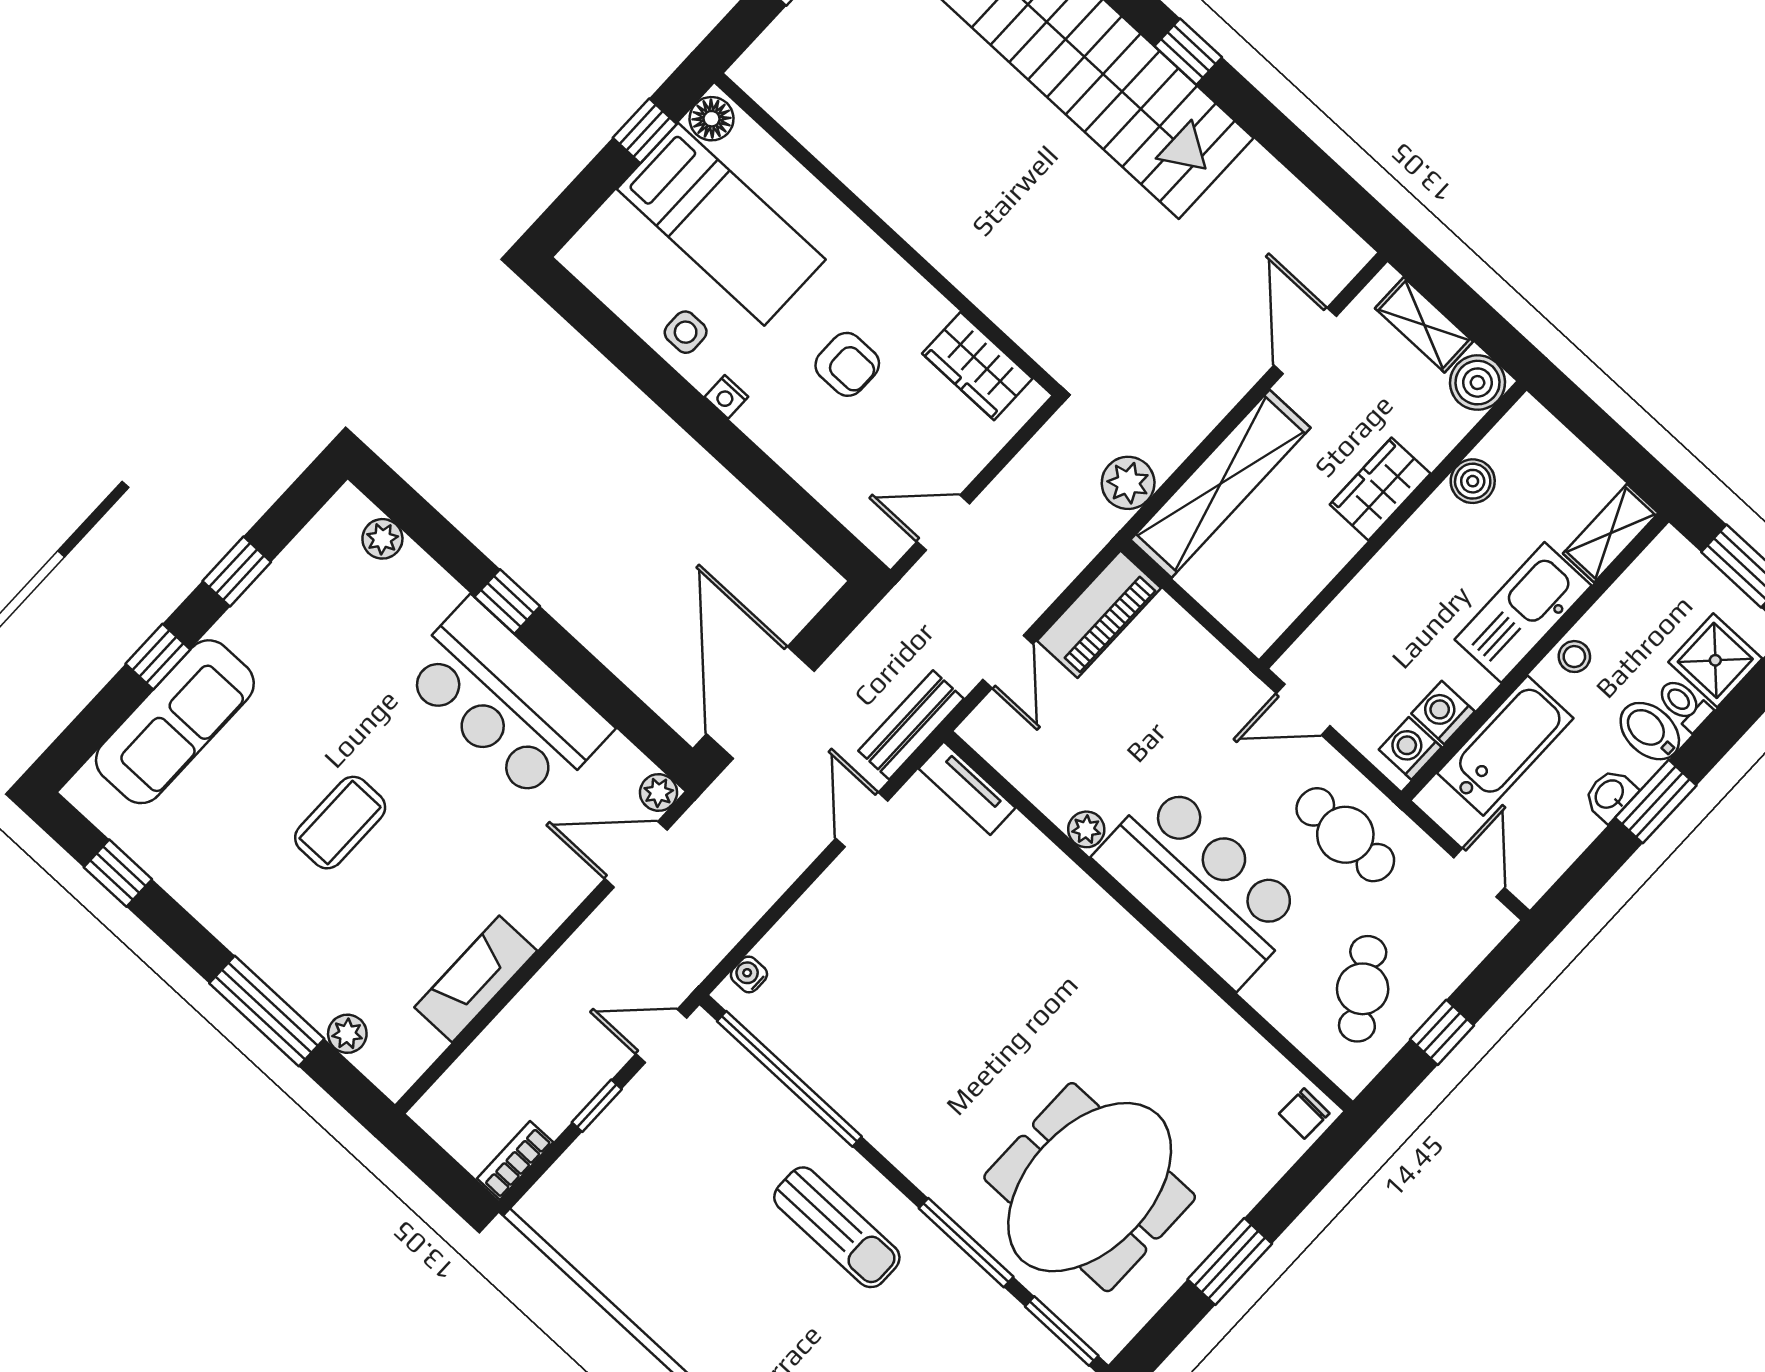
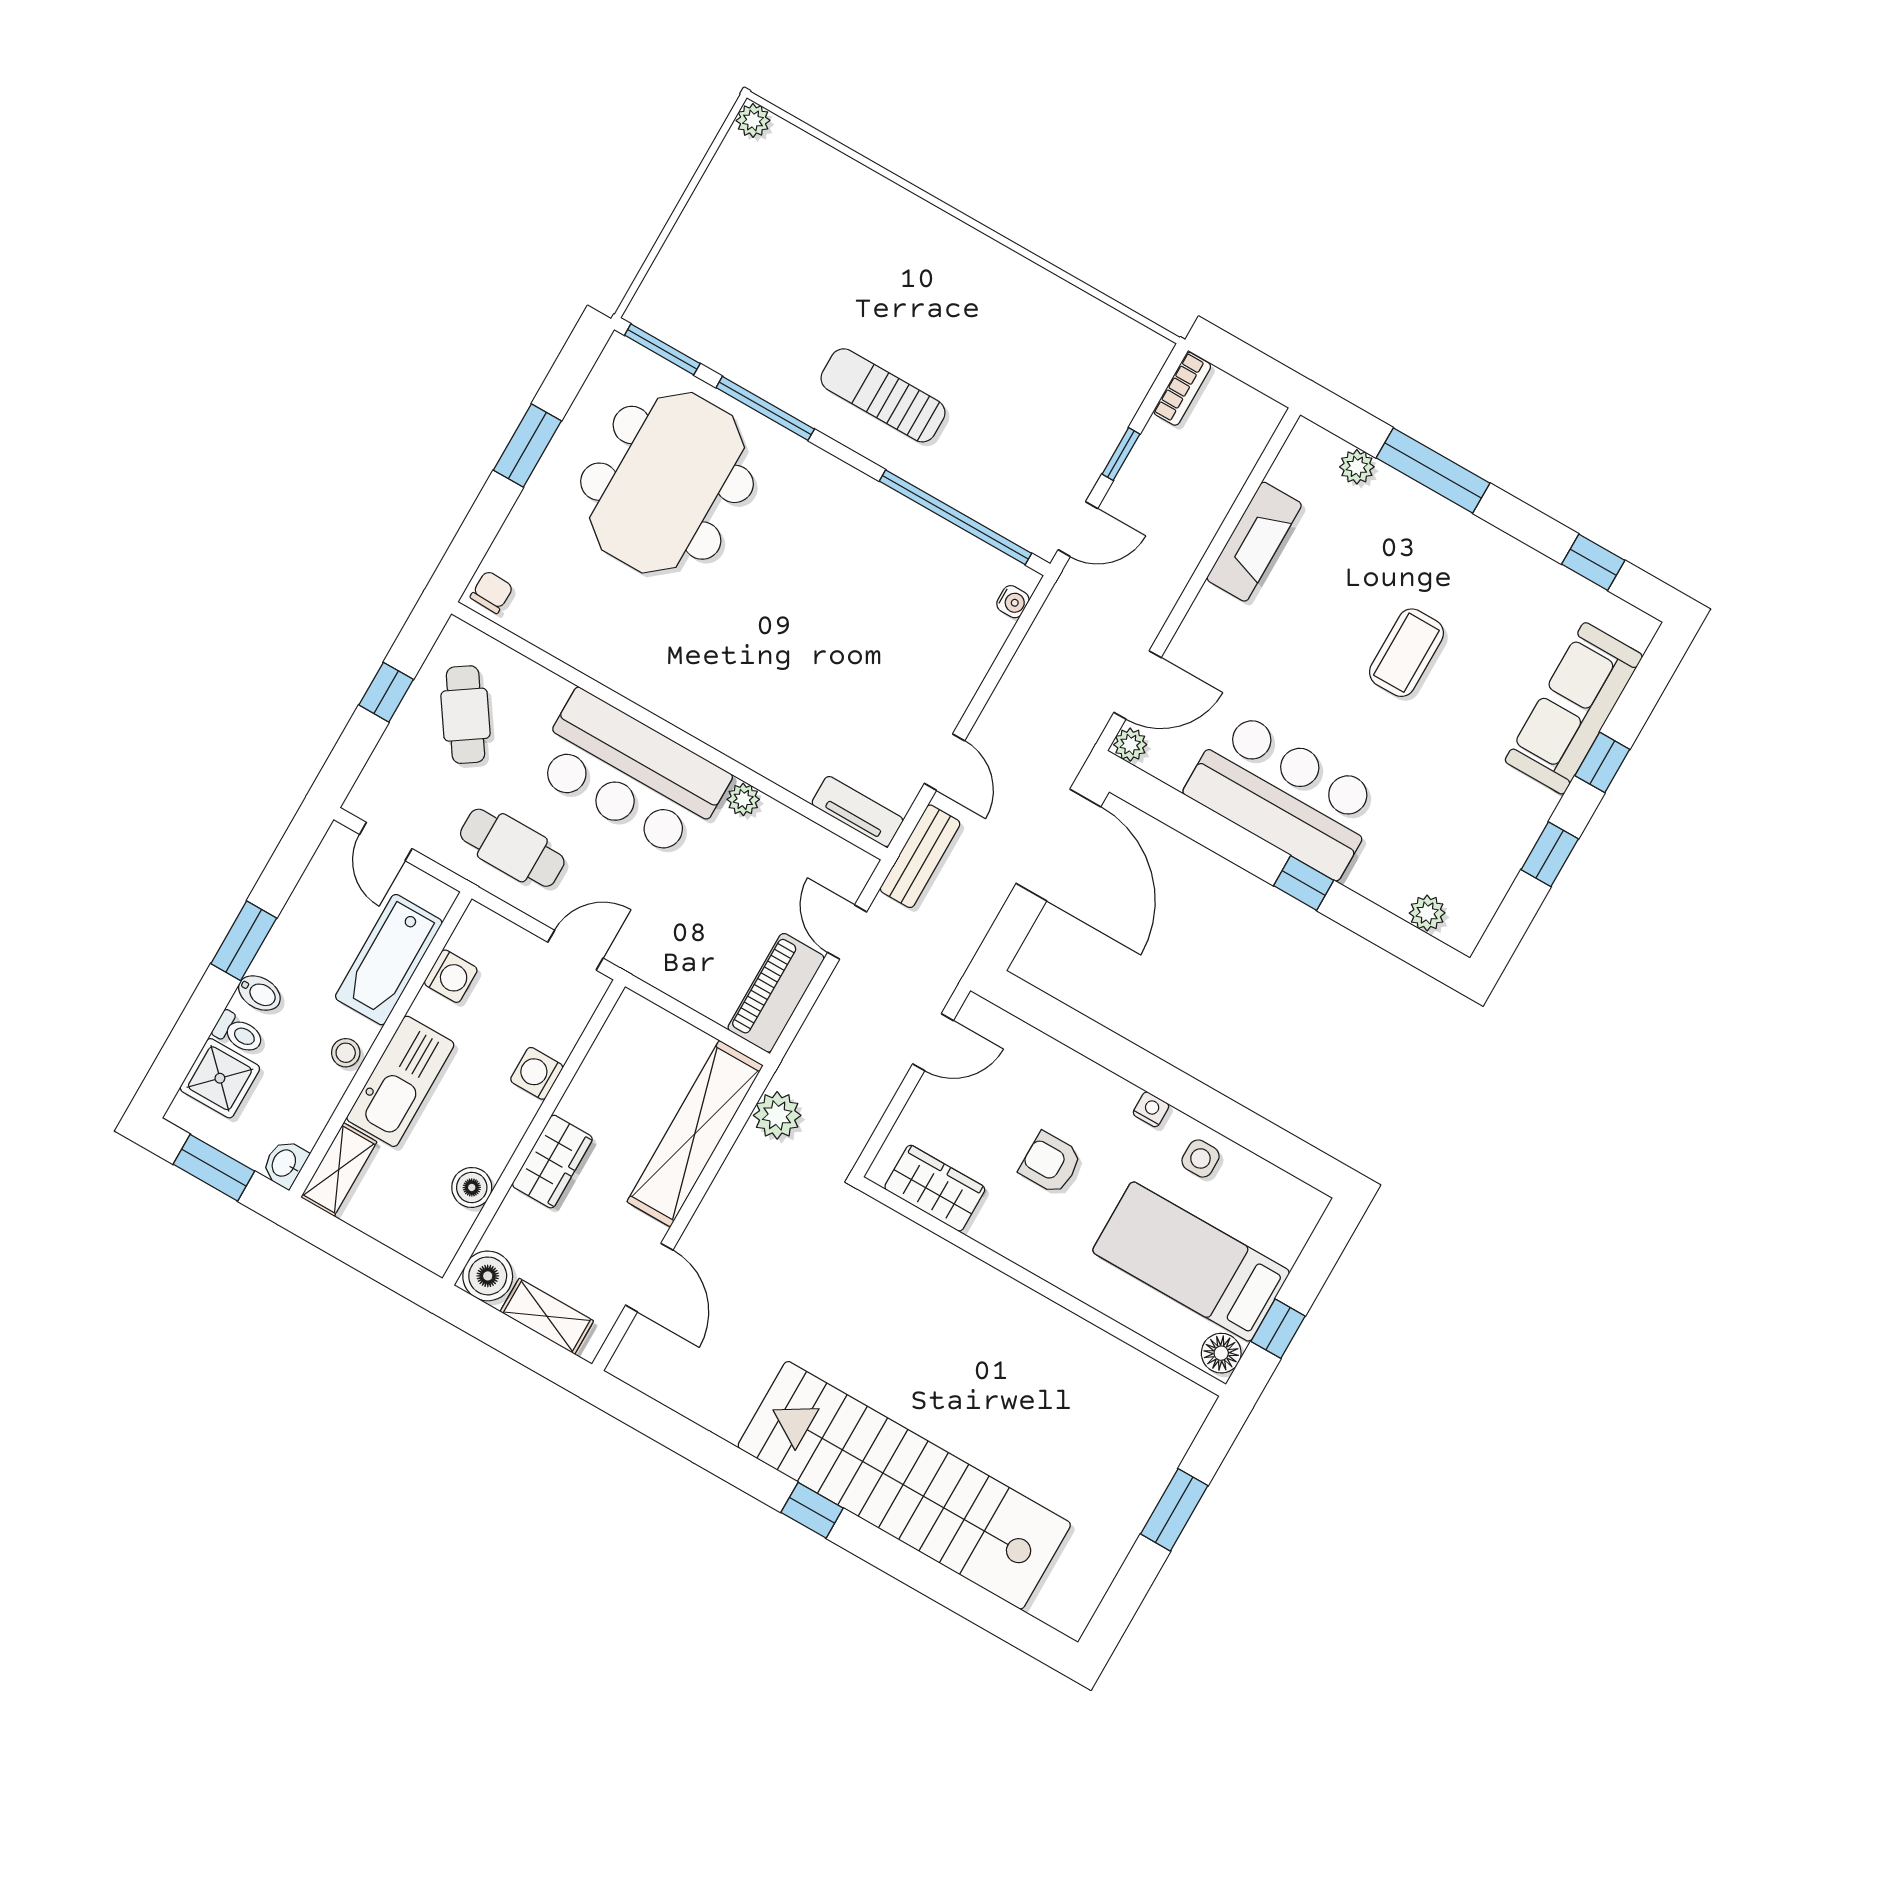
bidet: (1650, 731) -> (259, 993), width x0.72, depth x0.74
washing machine: (1410, 748) -> (537, 1073), moved, turned 180
washbasin: (1610, 795) -> (285, 1164), moved, turned 180

